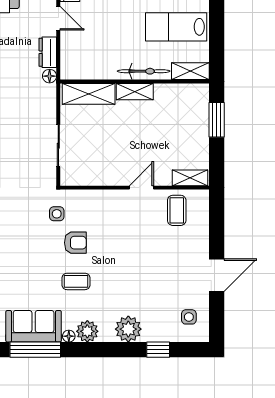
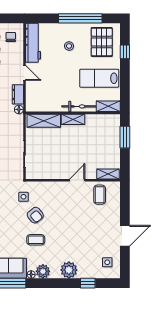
armchair: (75, 243) -> (35, 215), turned 51

